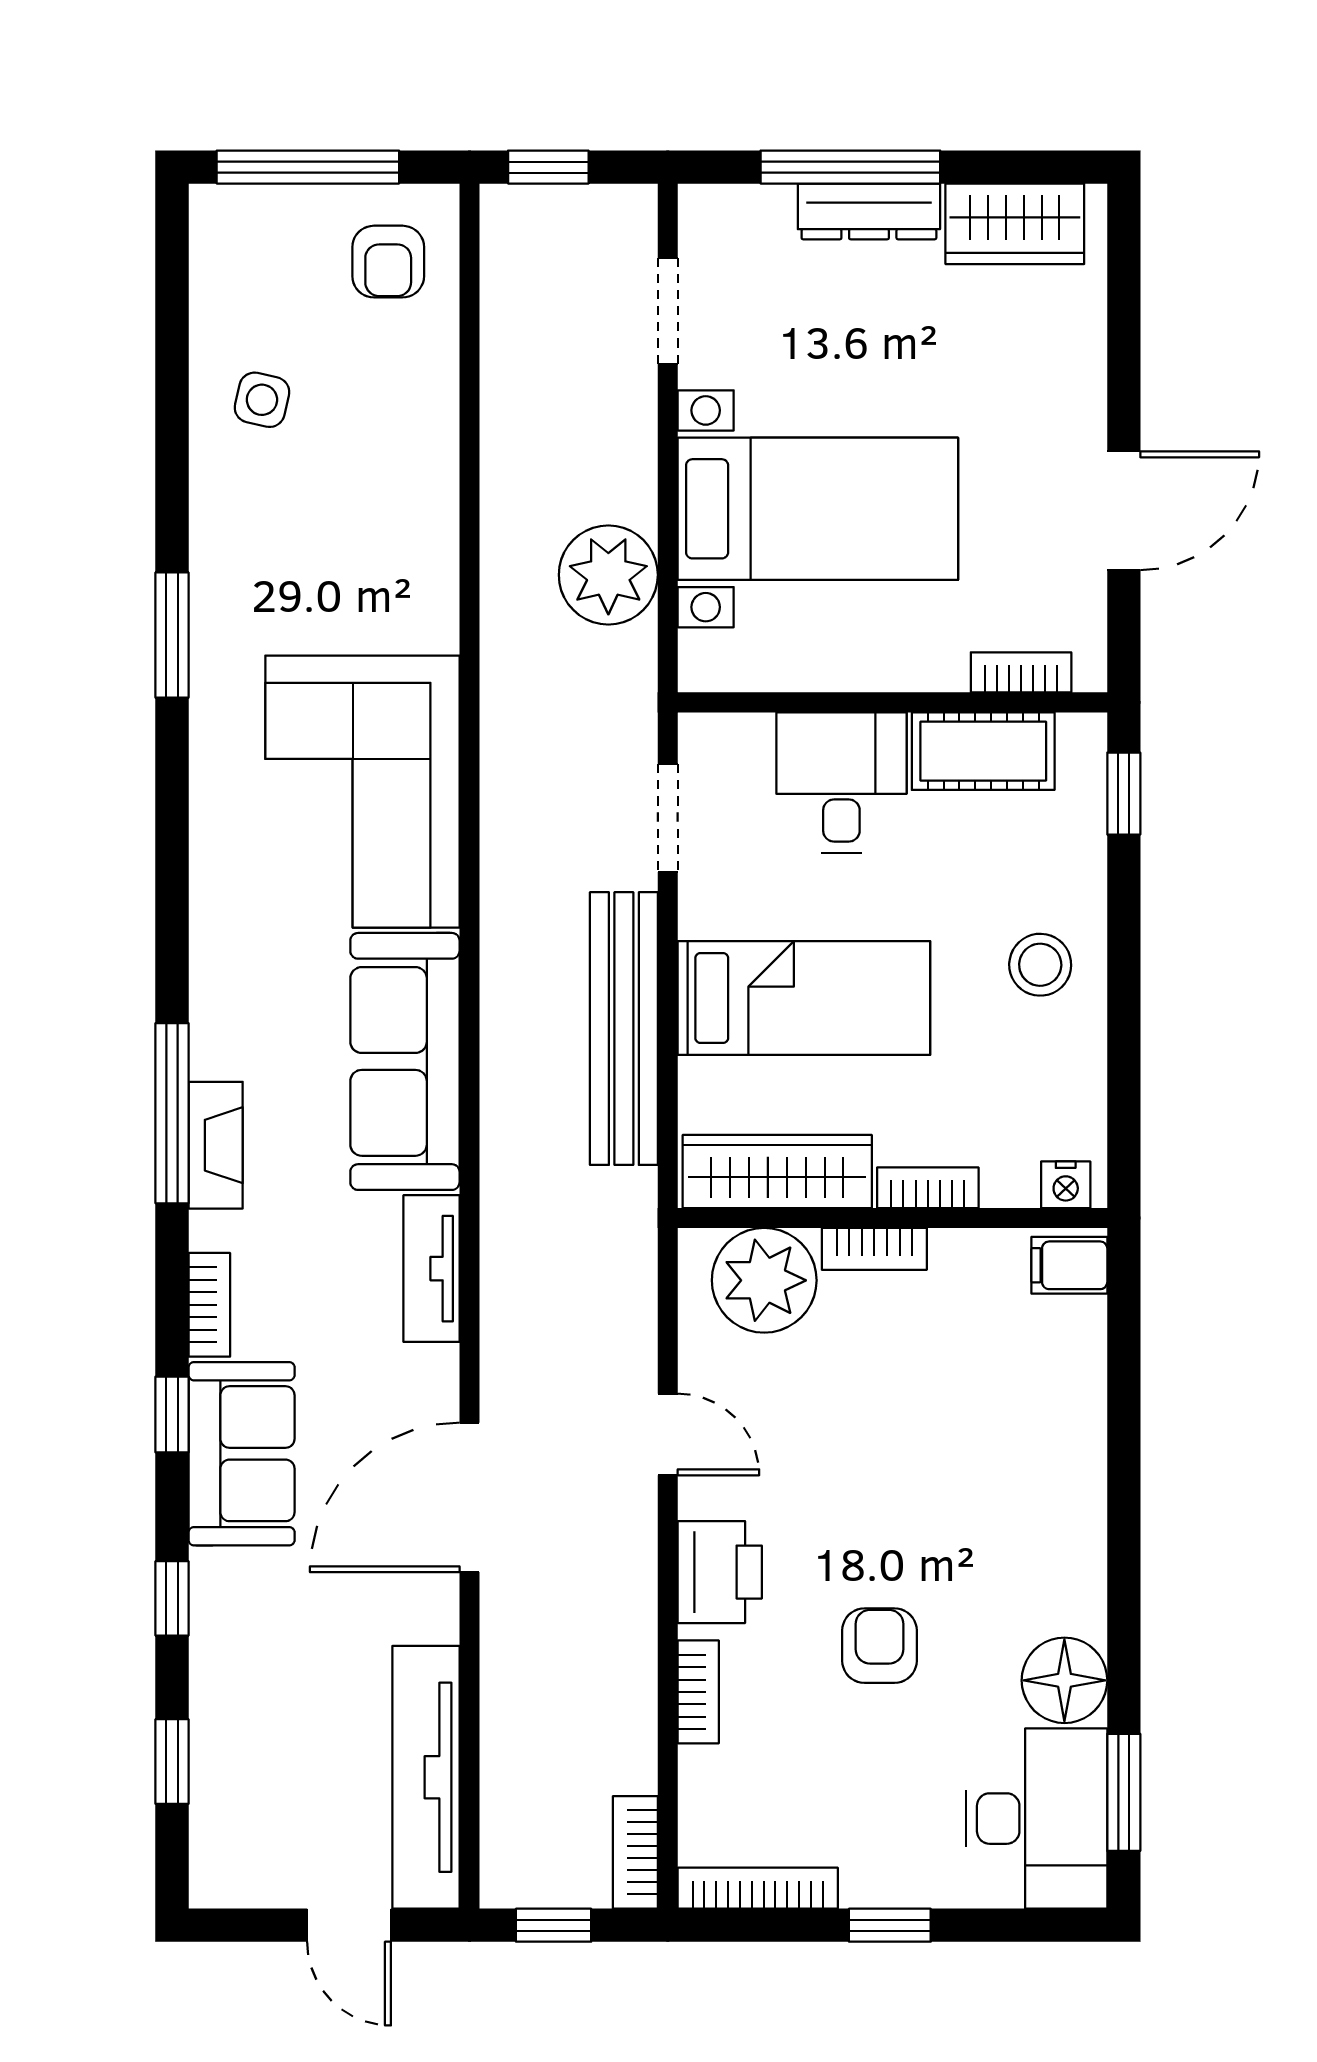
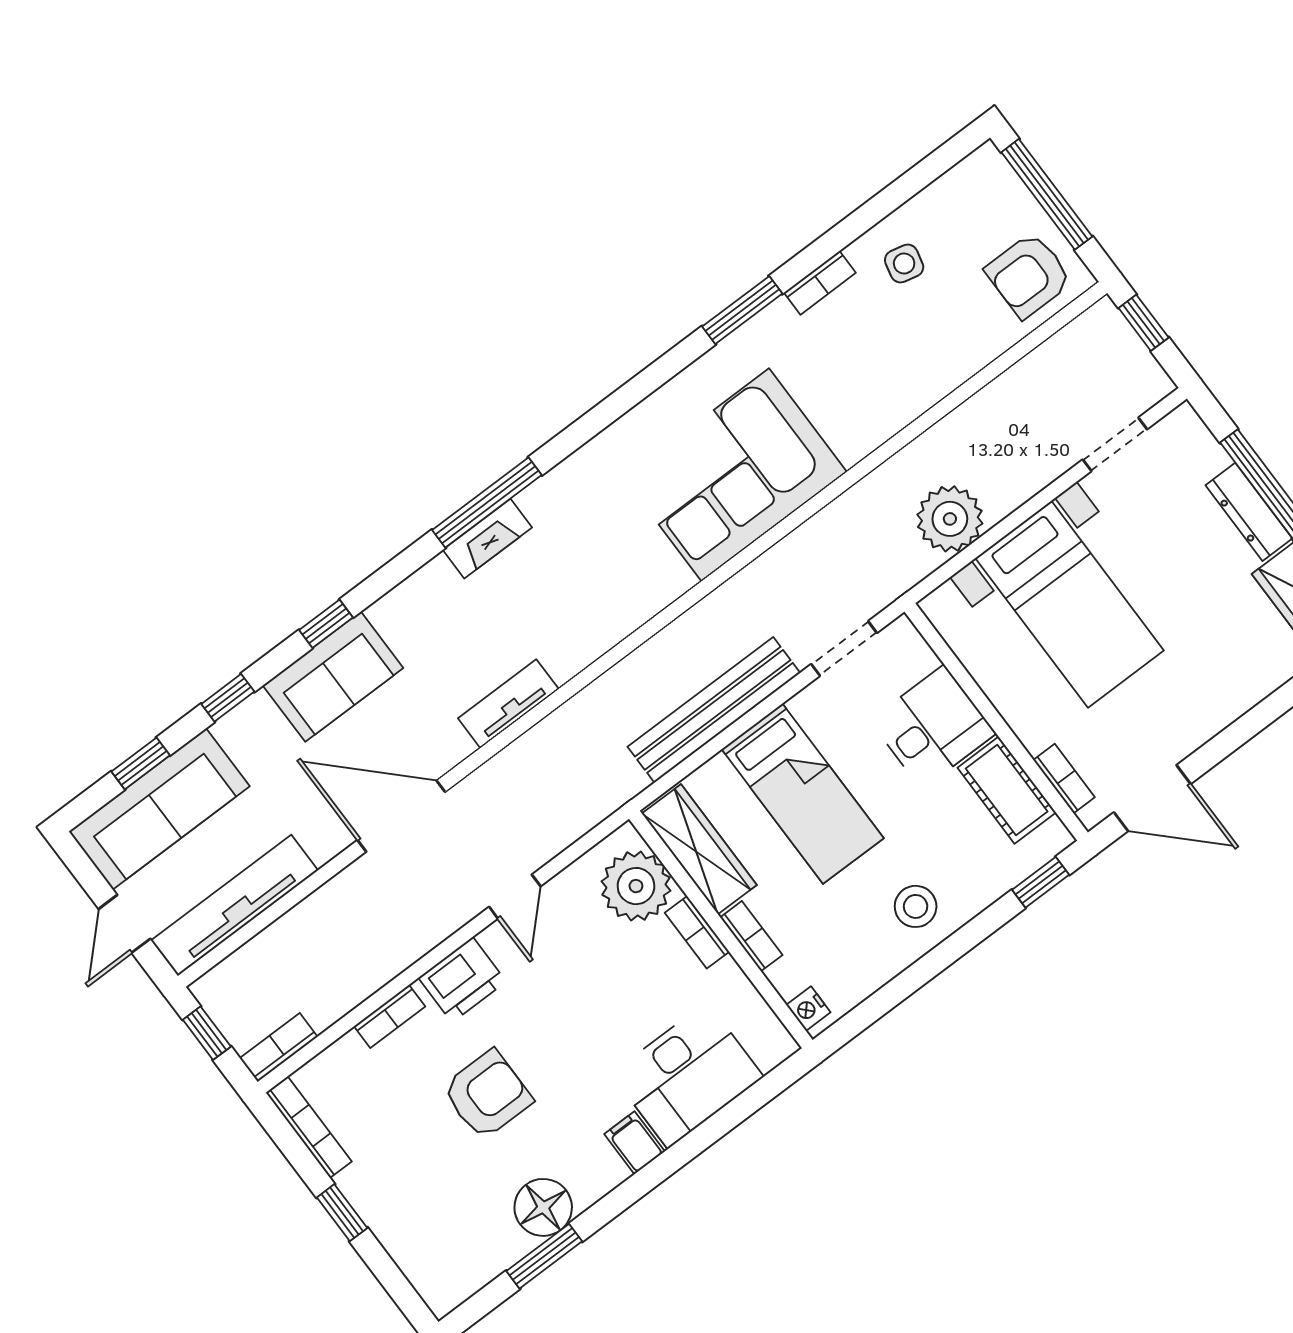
armchair: (388, 262) -> (1029, 275), width x1.38, depth x1.38
door: (1124, 511) -> (1152, 798), moved
sofa: (405, 1061) -> (159, 809), moved, turned 180
filing cabinet: (1069, 1265) -> (635, 1143), moved
bookcase: (209, 1305) -> (820, 283), moved
armchair: (879, 1646) -> (487, 1095), width x1.38, depth x1.38
window: (1124, 1792) -> (544, 1256), moved
desk: (1036, 1819) -> (687, 1075), moved

